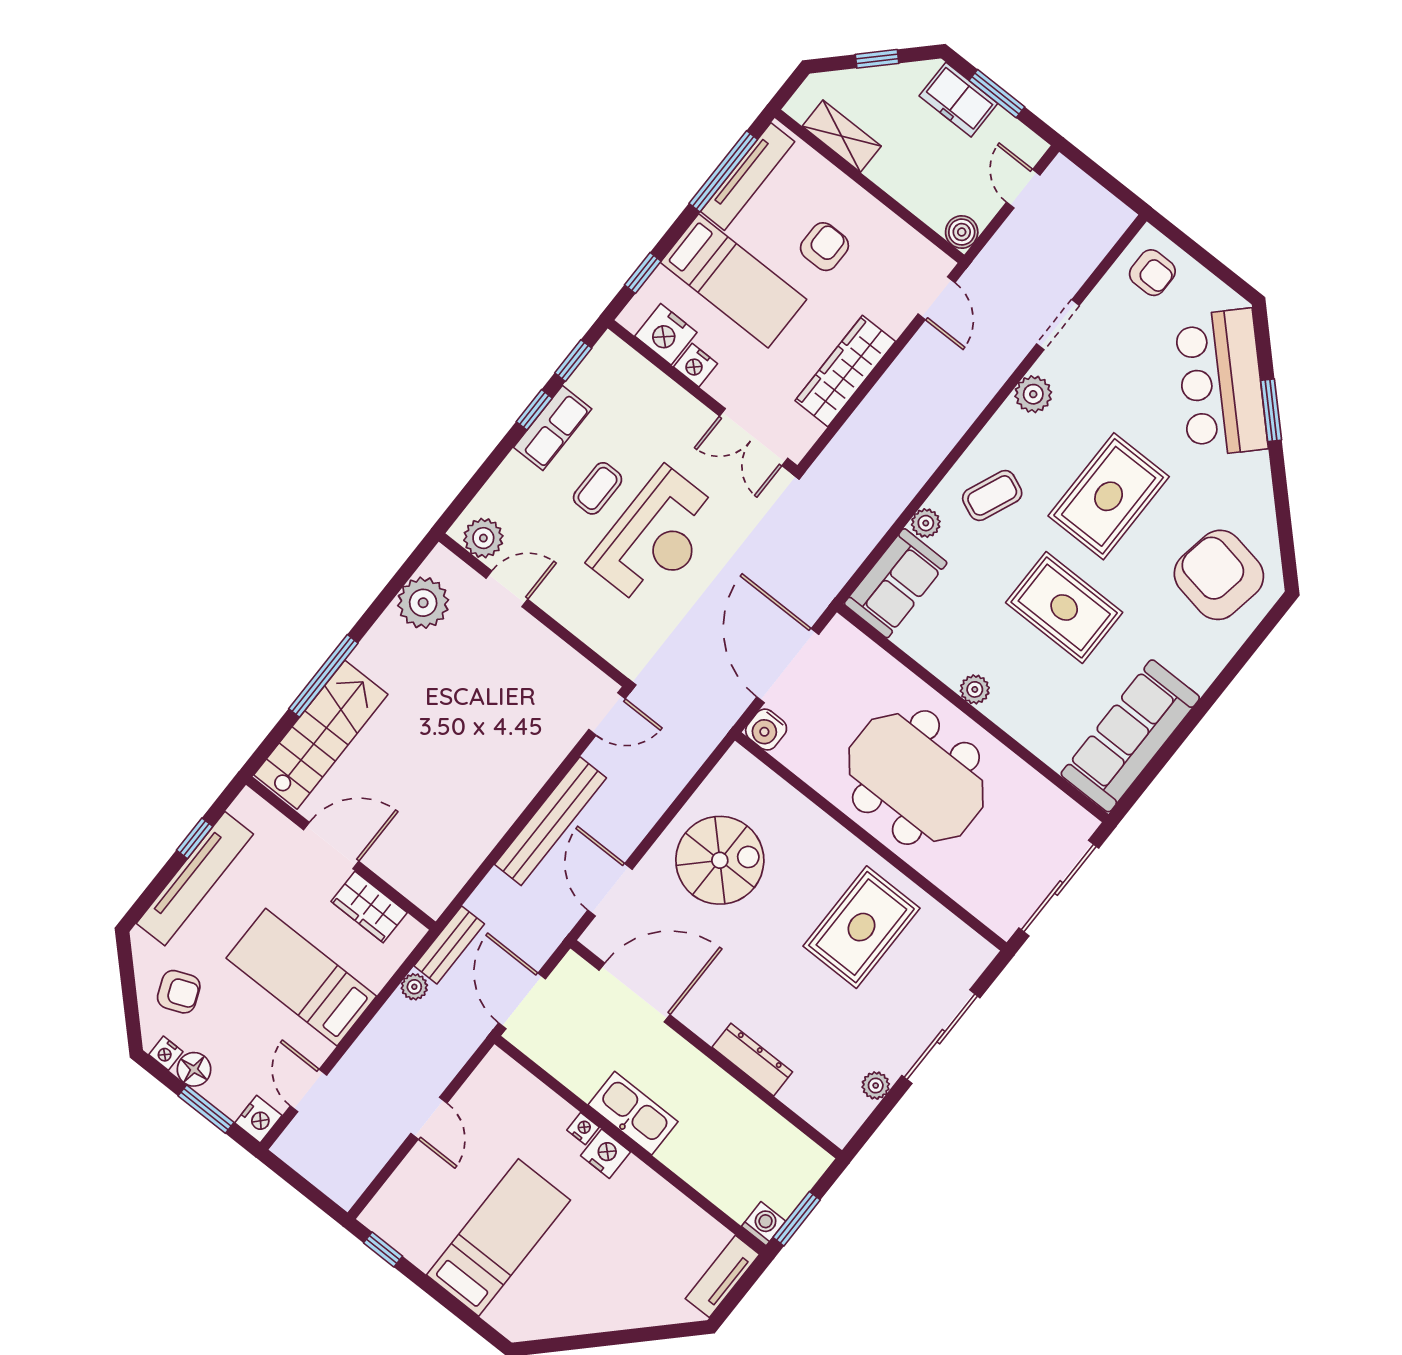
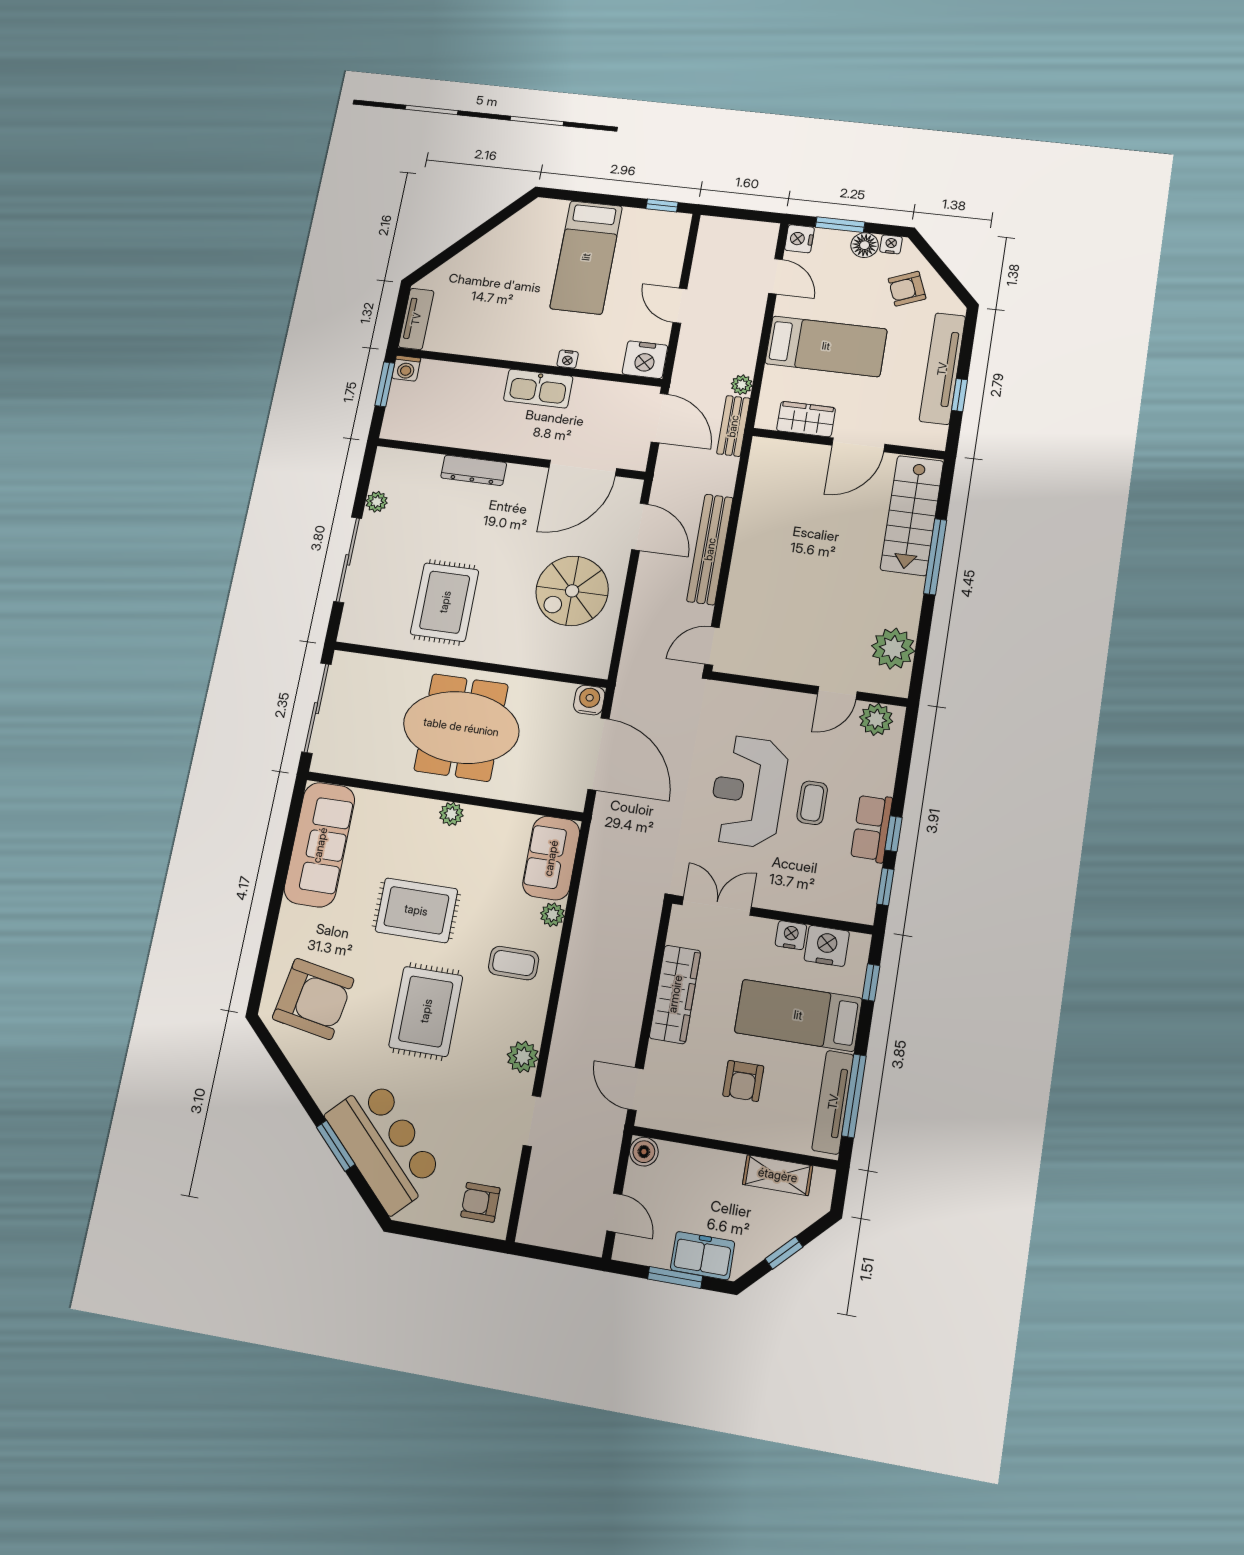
coffee table: (992, 495) -> (514, 963), turned 67
nightstand: (606, 1154) -> (645, 360), moved, width x1.36, depth x1.33

